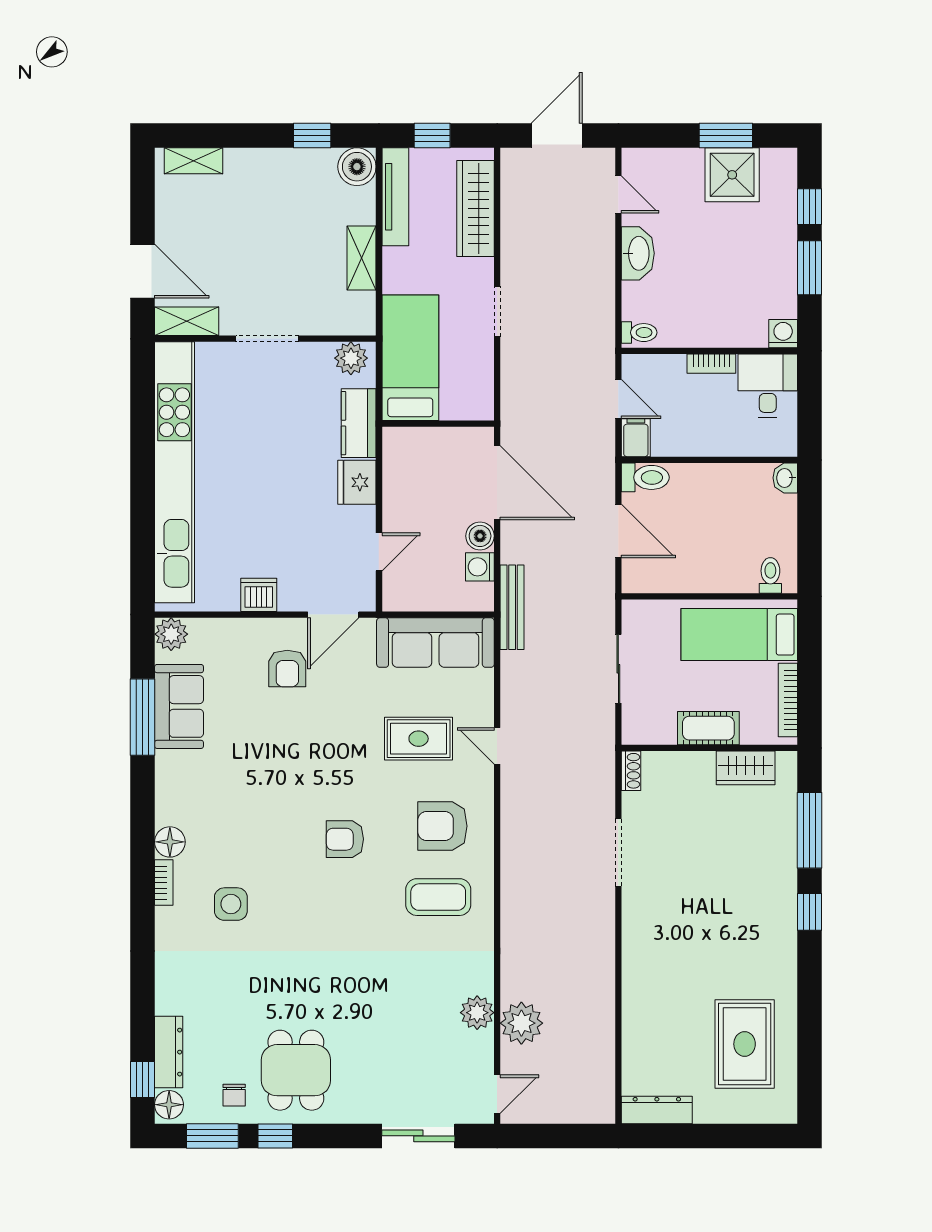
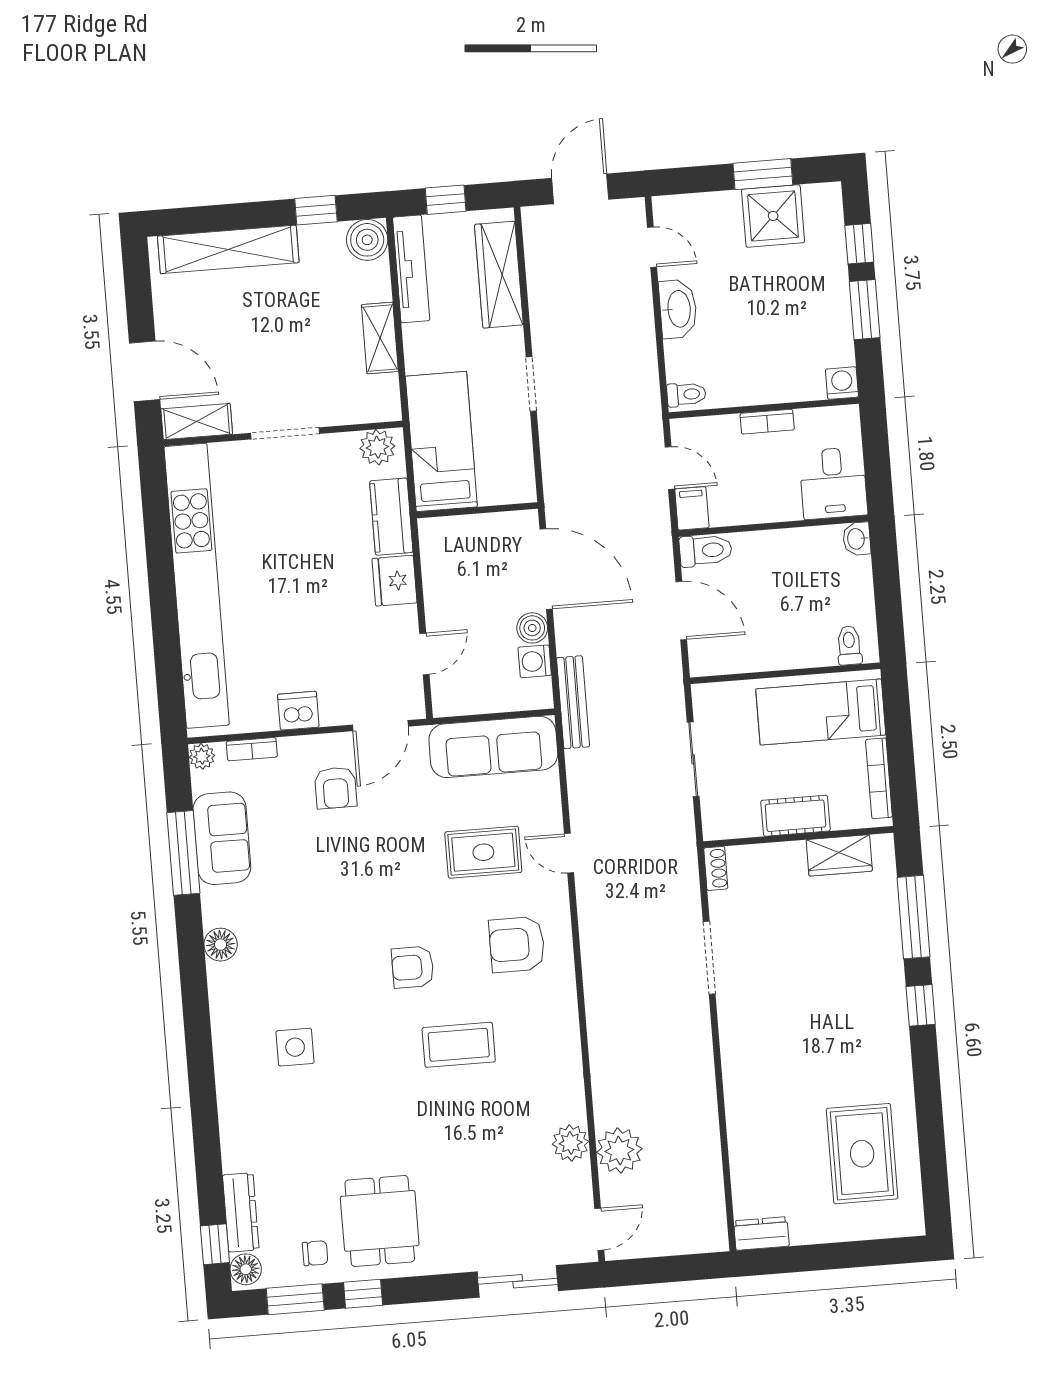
shelving: (193, 161) -> (228, 249), width x2.20, depth x1.33
desk: (768, 386) -> (833, 483), moved, turned 180
plant: (171, 634) -> (202, 756), width x0.73, depth x0.73
floor lamp: (170, 842) -> (221, 945), moved
bookcase: (164, 883) -> (252, 749), moved, turned 90
coffee table: (438, 897) -> (459, 1045), moved
chair: (234, 1095) -> (315, 1253), turned -90
dresser: (657, 1110) -> (761, 1233), width x0.70

